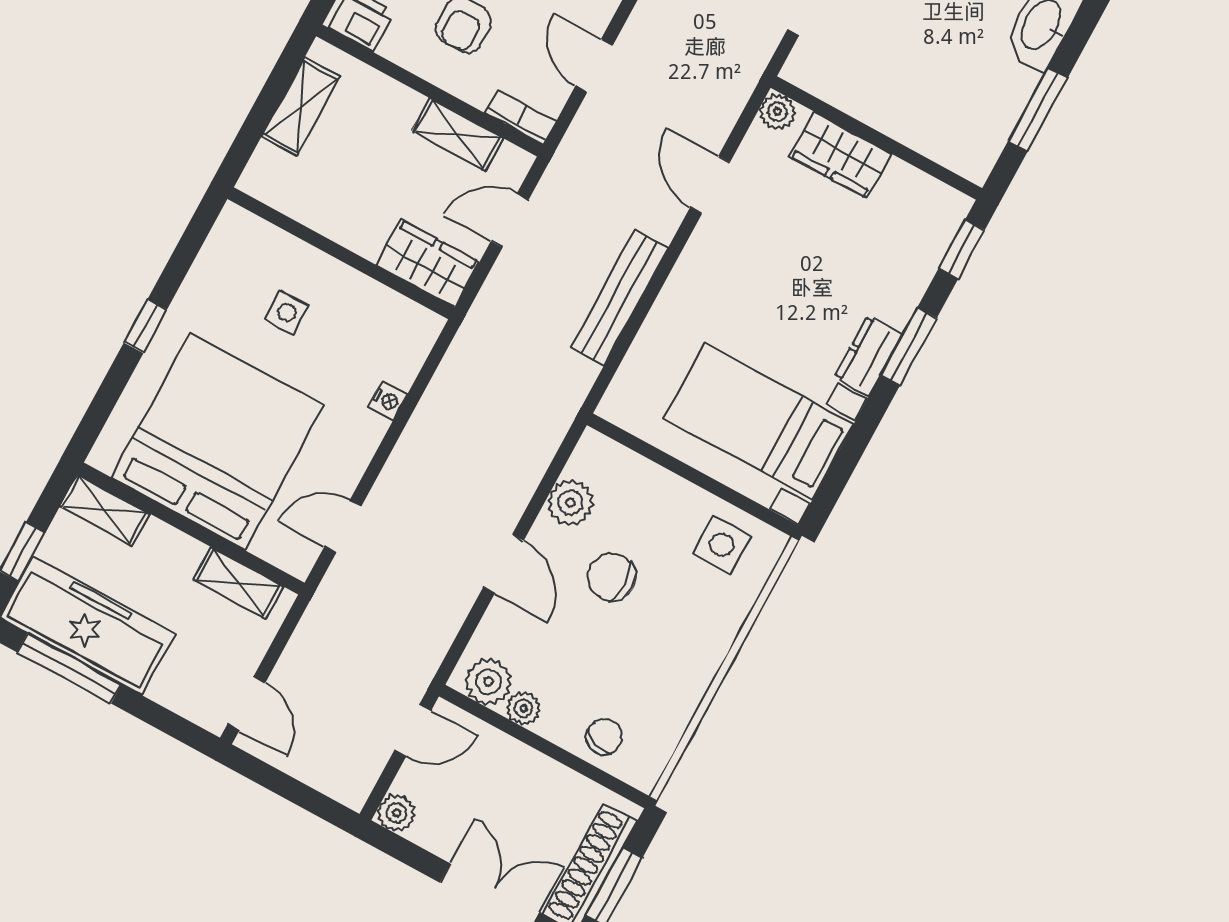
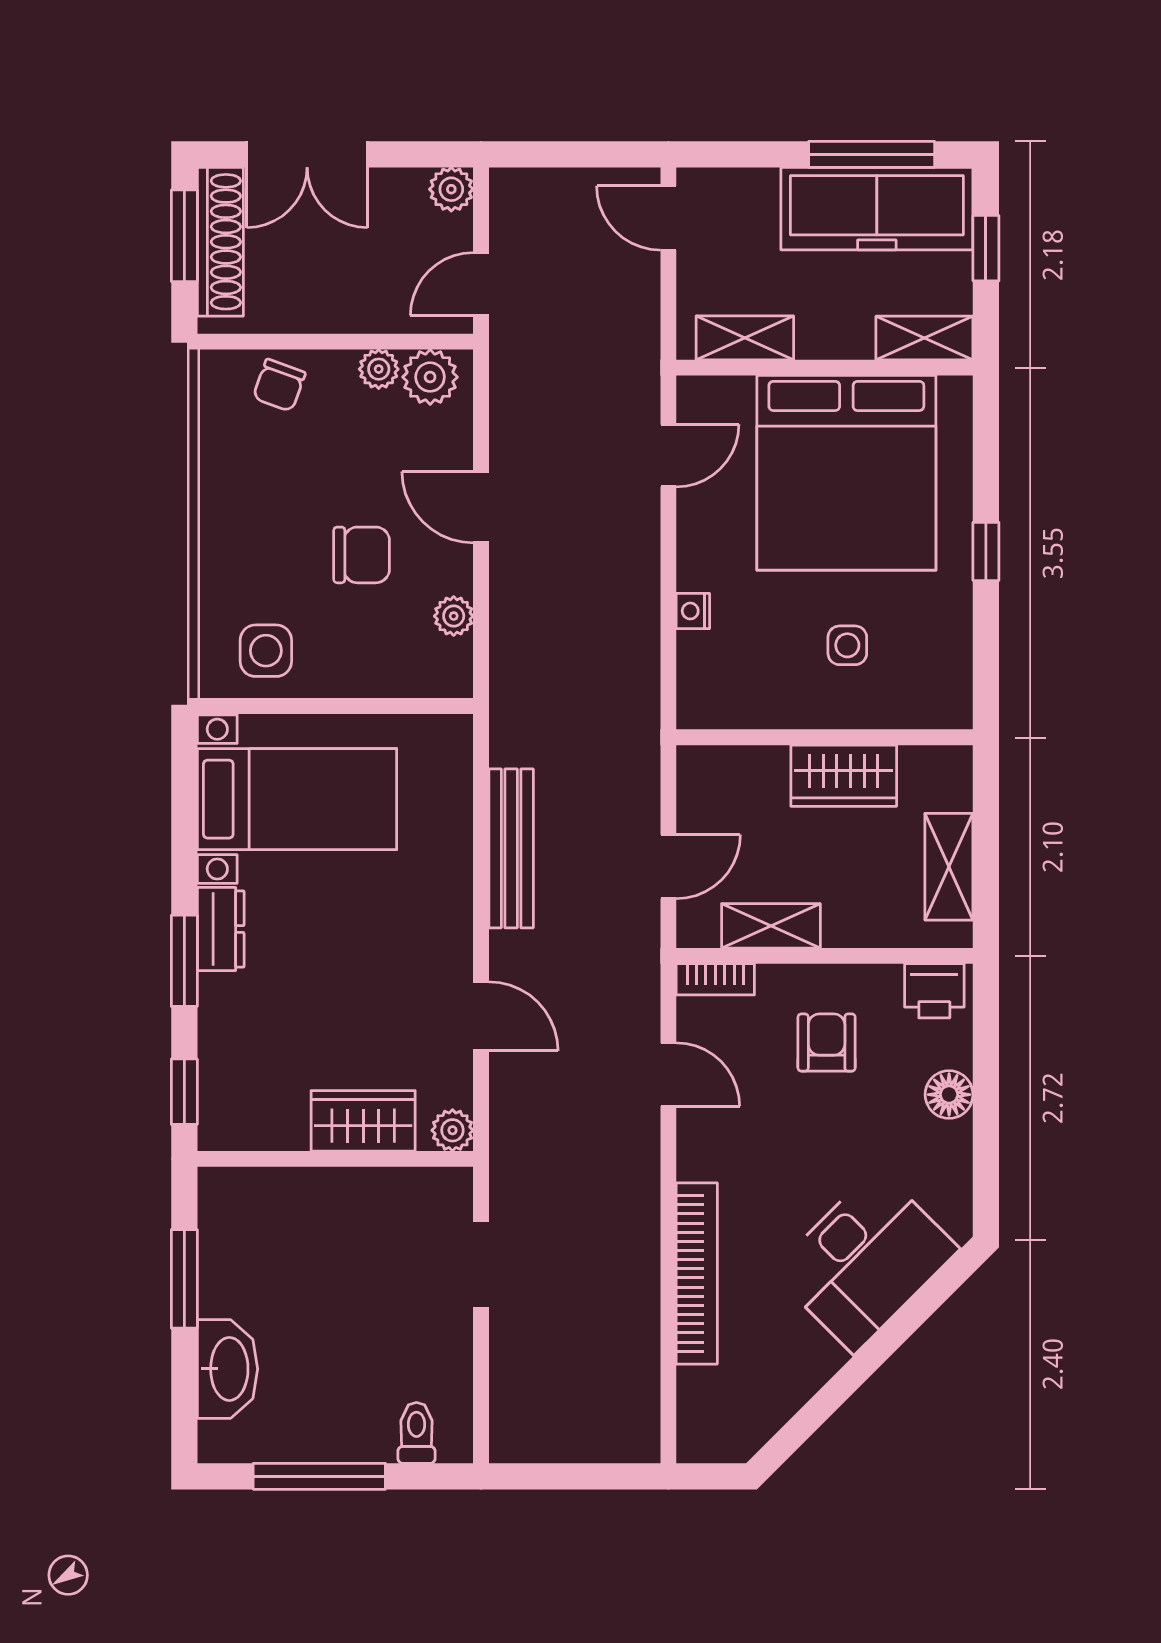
wardrobe: (428, 263) -> (844, 776), moved
plant: (570, 503) -> (454, 616), width x0.73, depth x0.73

